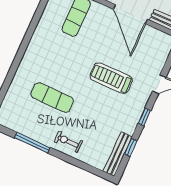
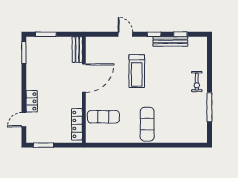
exercise mat: (52, 98) -> (147, 124), moved
bench: (118, 154) -> (170, 41), moved

